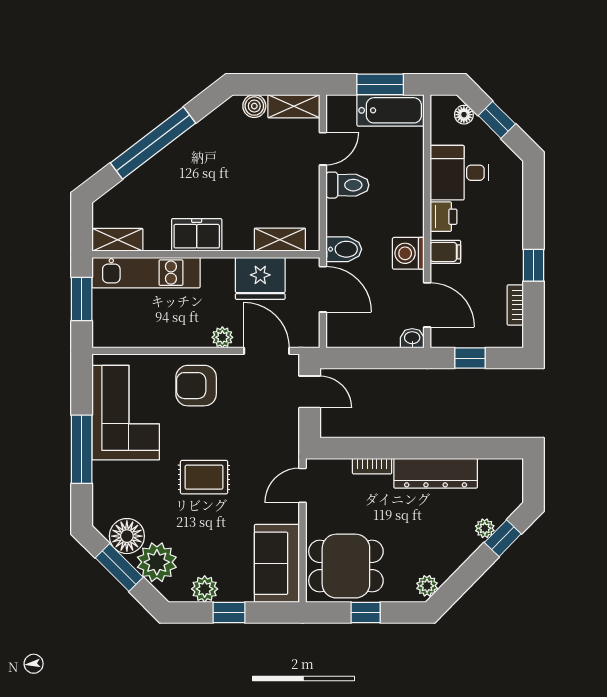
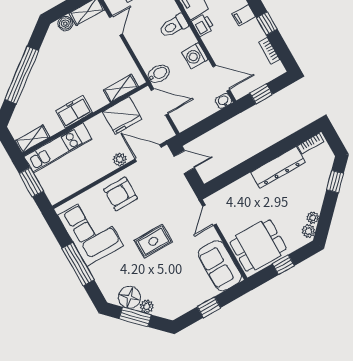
toilet: (347, 185) -> (174, 26), moved, turned 180
filing cabinet: (445, 252) -> (244, 15), moved, turned 180
bookcase: (372, 466) -> (311, 144), moved
plant: (485, 528) -> (313, 218), moved
plant: (157, 562) -> (147, 306), width x0.53, depth x0.53
plant: (205, 589) -> (188, 302), removed

